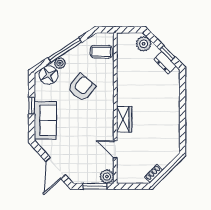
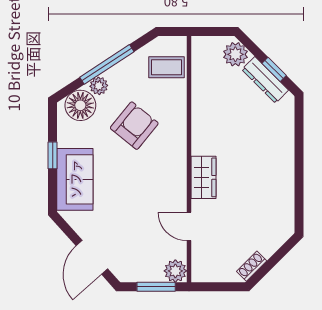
dresser: (165, 63) -> (265, 80), width x1.44

